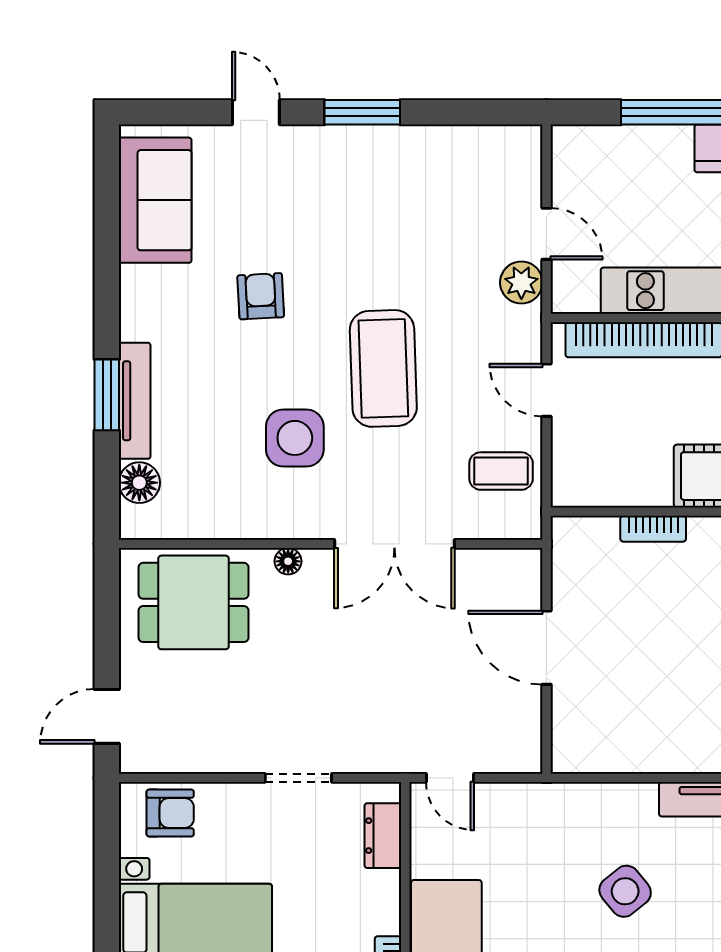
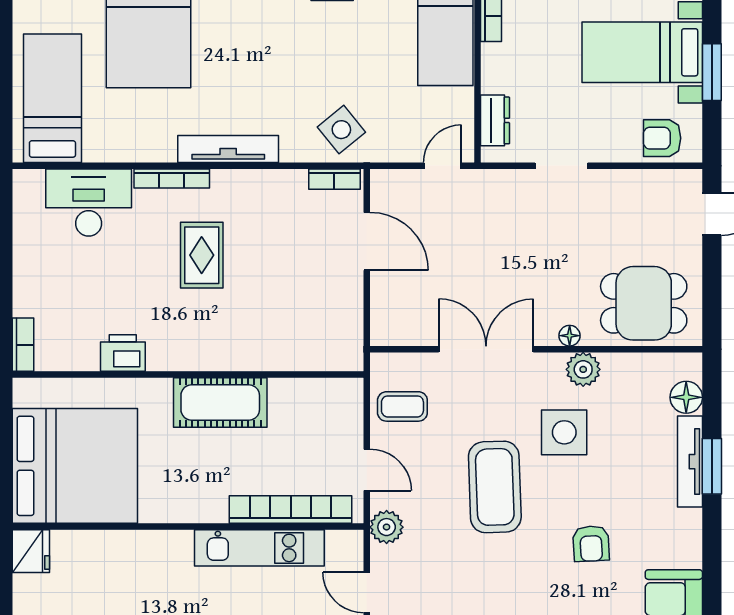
plant: (521, 283) -> (387, 527), moved
plant: (271, 518) -> (583, 369), added
bookcase: (653, 529) -> (334, 179), moved, turned 180
door: (546, 648) -> (367, 241), moved
door: (450, 778) -> (443, 166), hinge flipped
side table: (625, 891) -> (341, 130), moved
window: (107, 897) -> (712, 72), added

